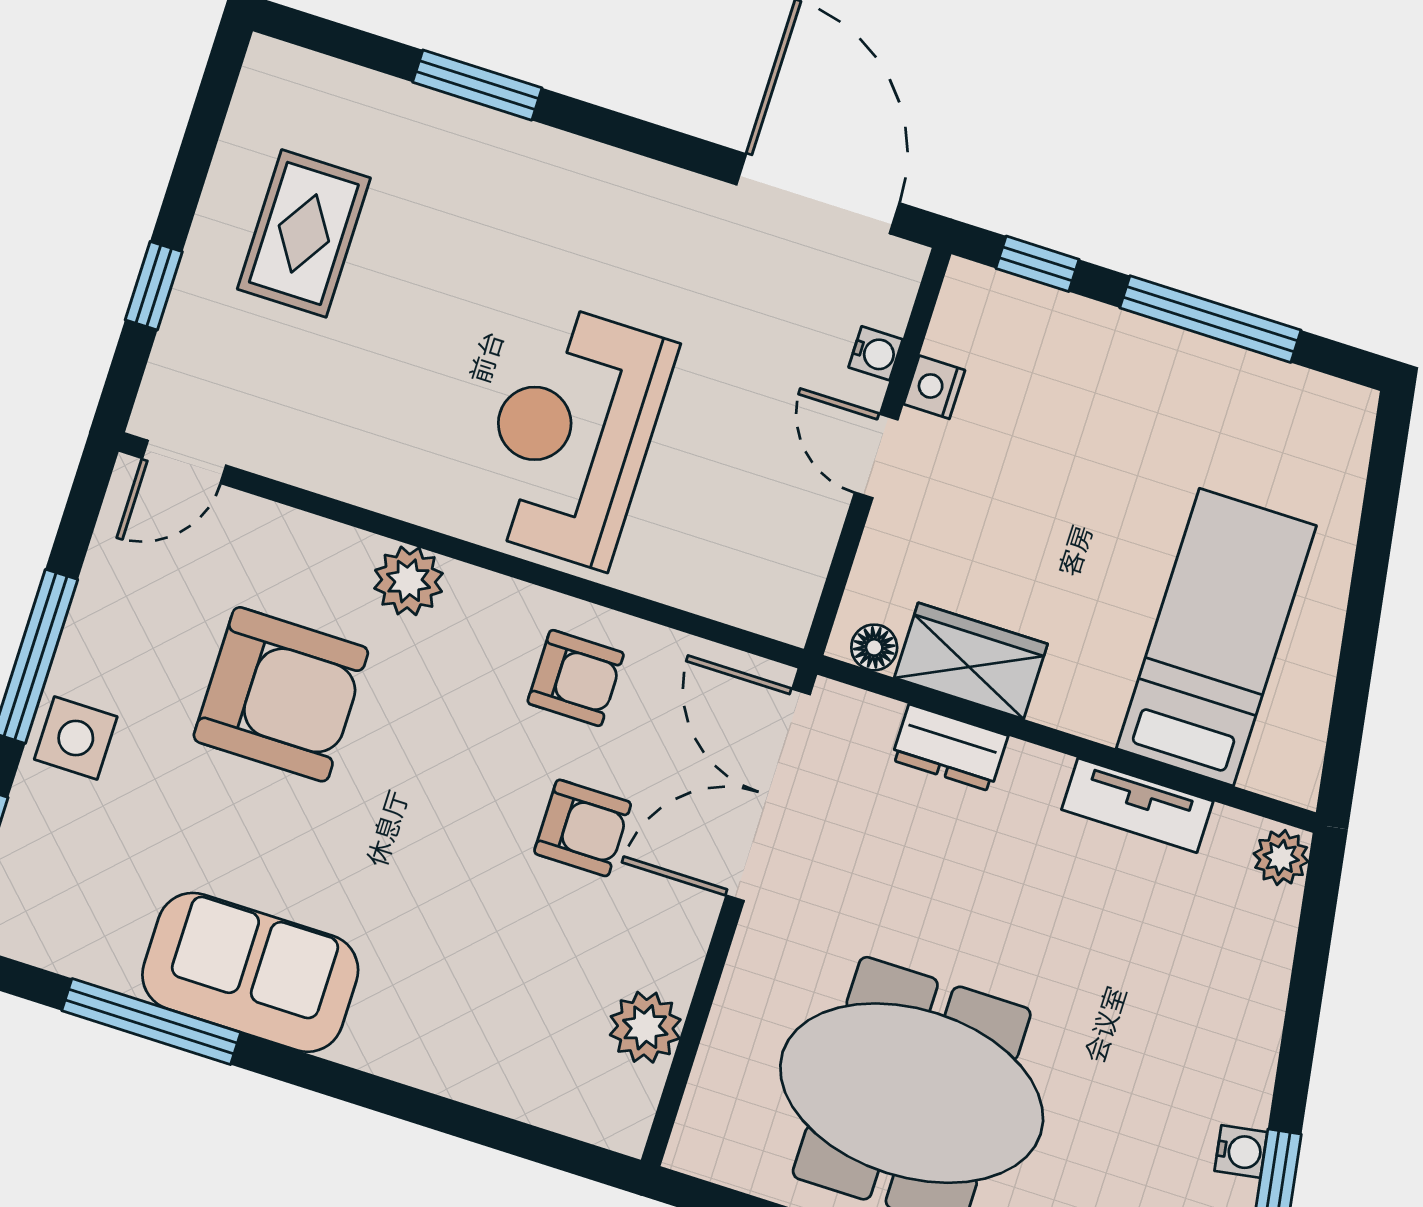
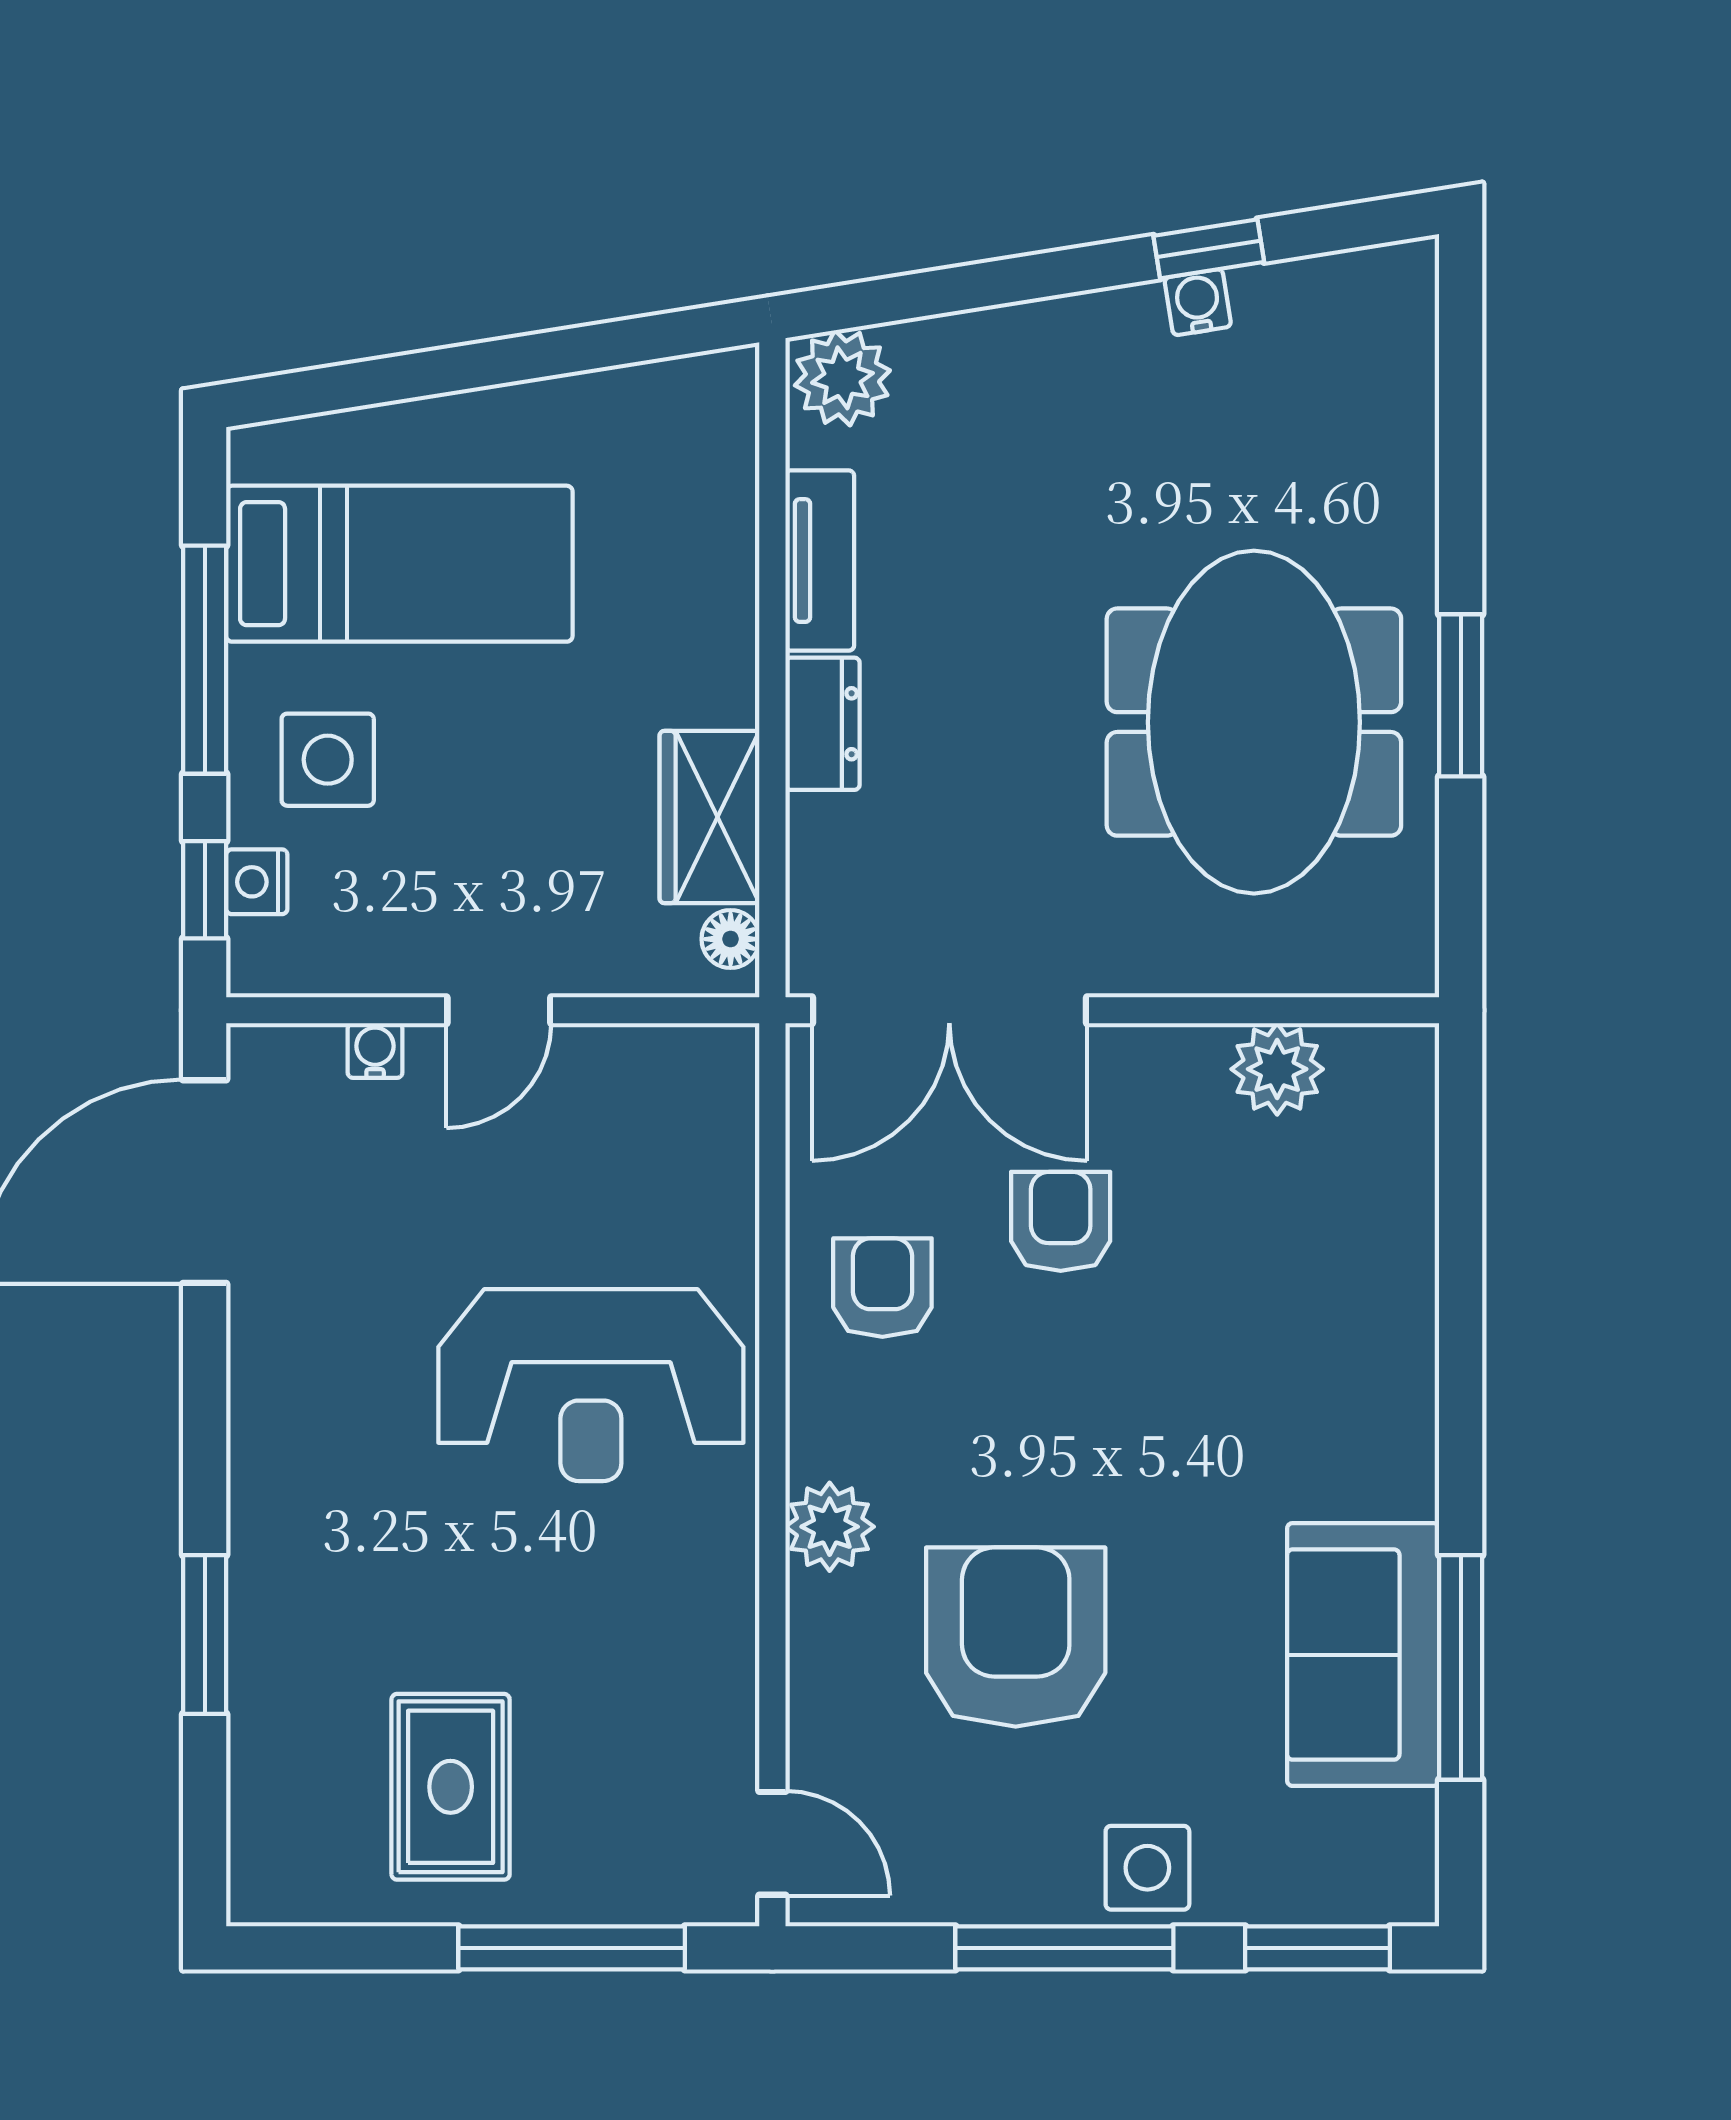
rug: (304, 233) -> (451, 1787), turned 90
window: (154, 286) -> (572, 1948), width x2.17
nightstand: (934, 387) -> (257, 882), moved, turned 90
side table: (1106, 388) -> (328, 760), added
bed: (1216, 637) -> (399, 564), moved, turned 180
dresser: (950, 748) -> (823, 724), moved
plant: (1281, 858) -> (842, 378), width x1.38, depth x1.38
sofa: (250, 972) -> (1363, 1655), moved

